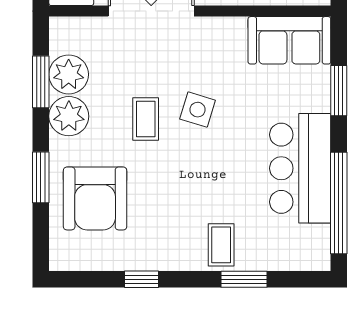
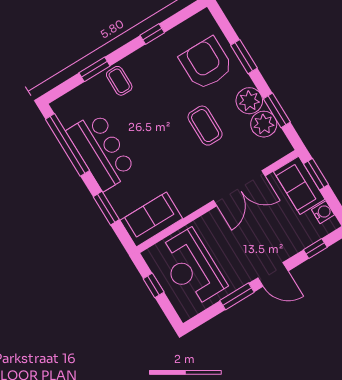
side table: (198, 110) -> (179, 149), removed
coffee table: (146, 119) -> (205, 126), width x1.36, depth x1.30

